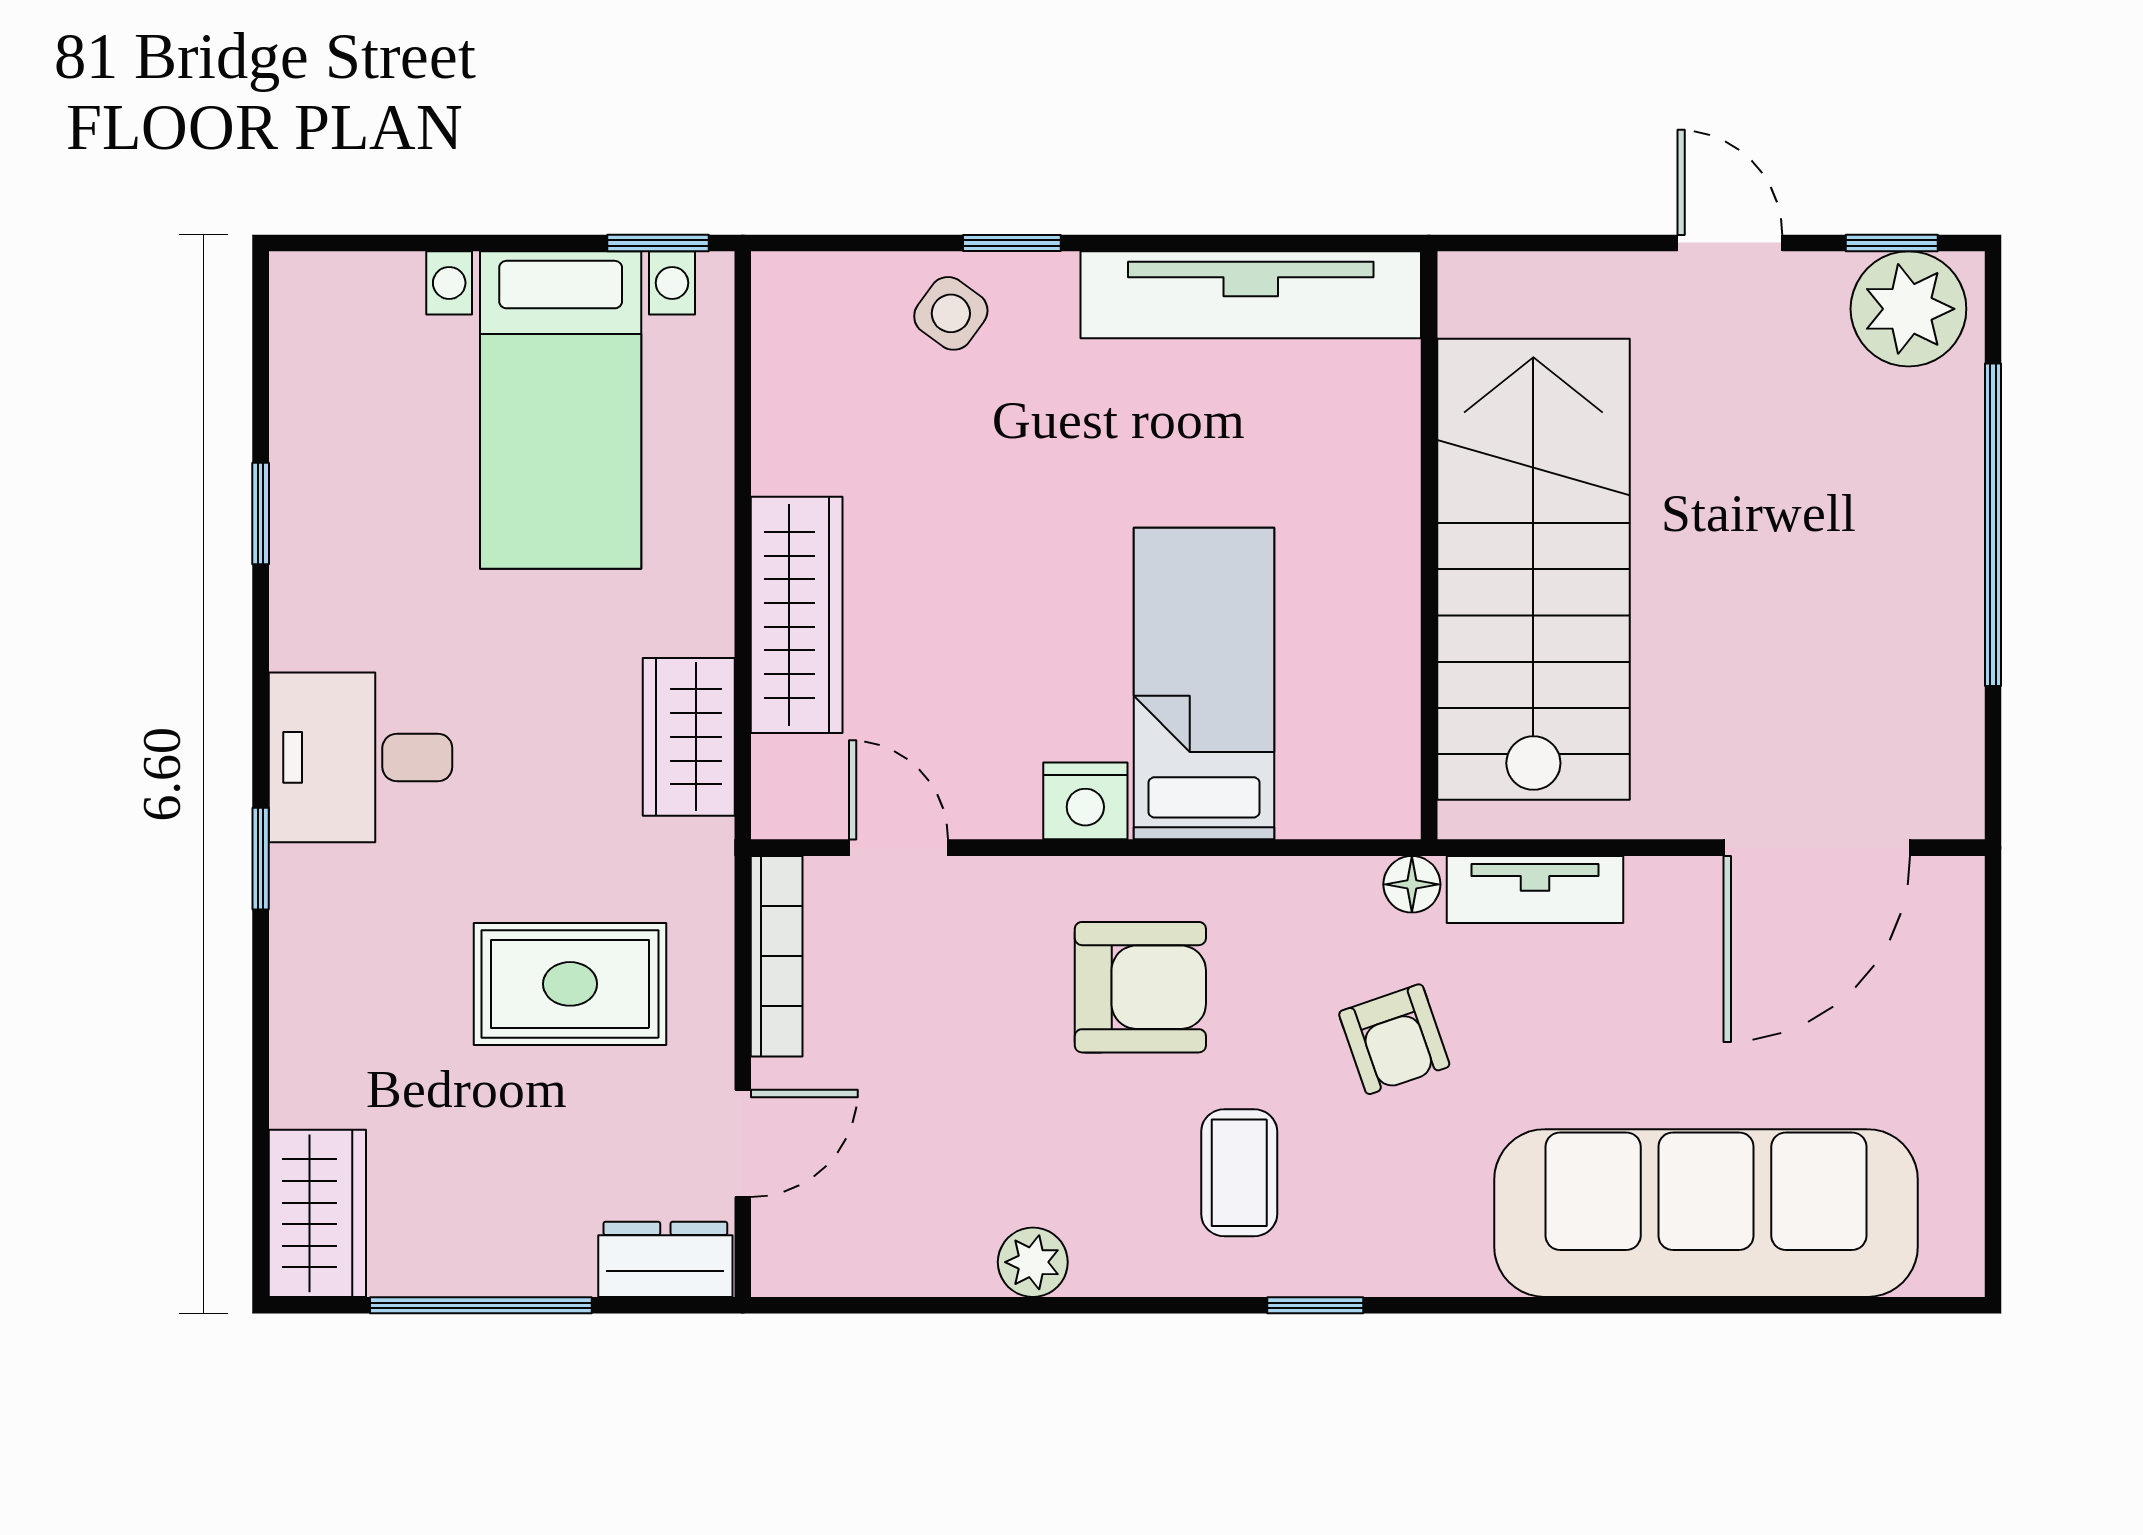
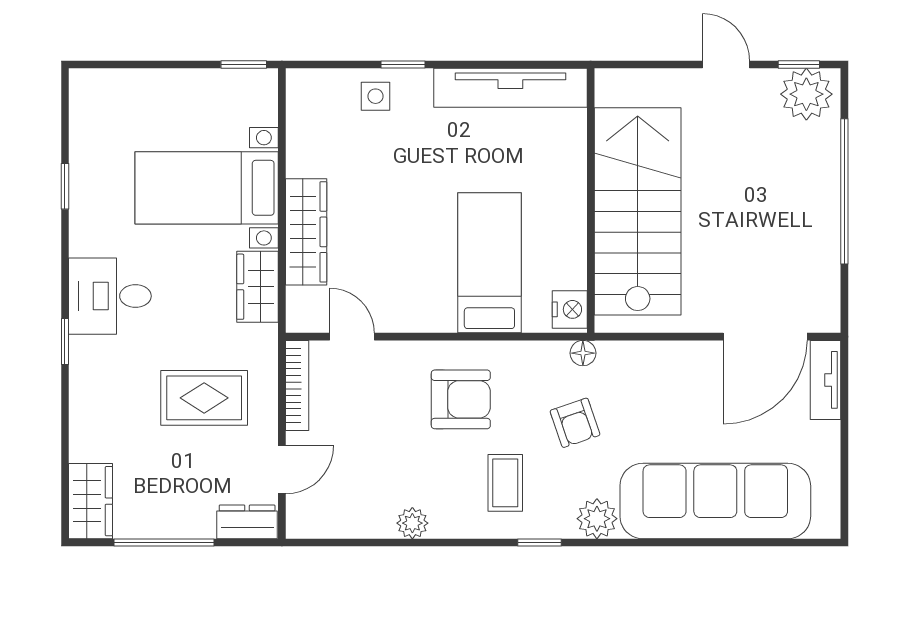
side table: (951, 313) -> (376, 96), turned -36
bed with nightstands: (561, 410) -> (207, 188), moved, turned 90
nightstand: (1085, 801) -> (570, 309), moved, turned -90
tv unit: (1535, 889) -> (826, 380), moved, turned 90
plant: (1443, 1252) -> (597, 519), added

